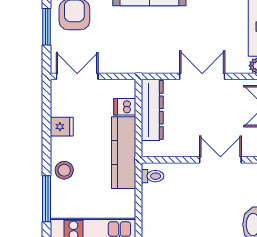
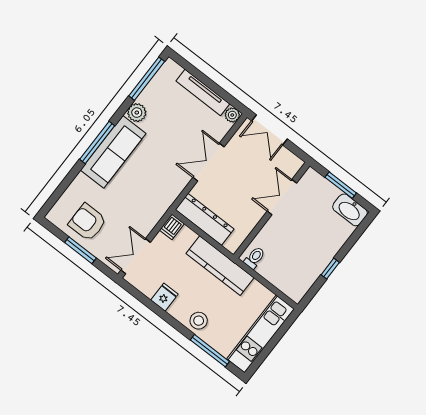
dishwasher: (125, 107) -> (172, 227), moved

